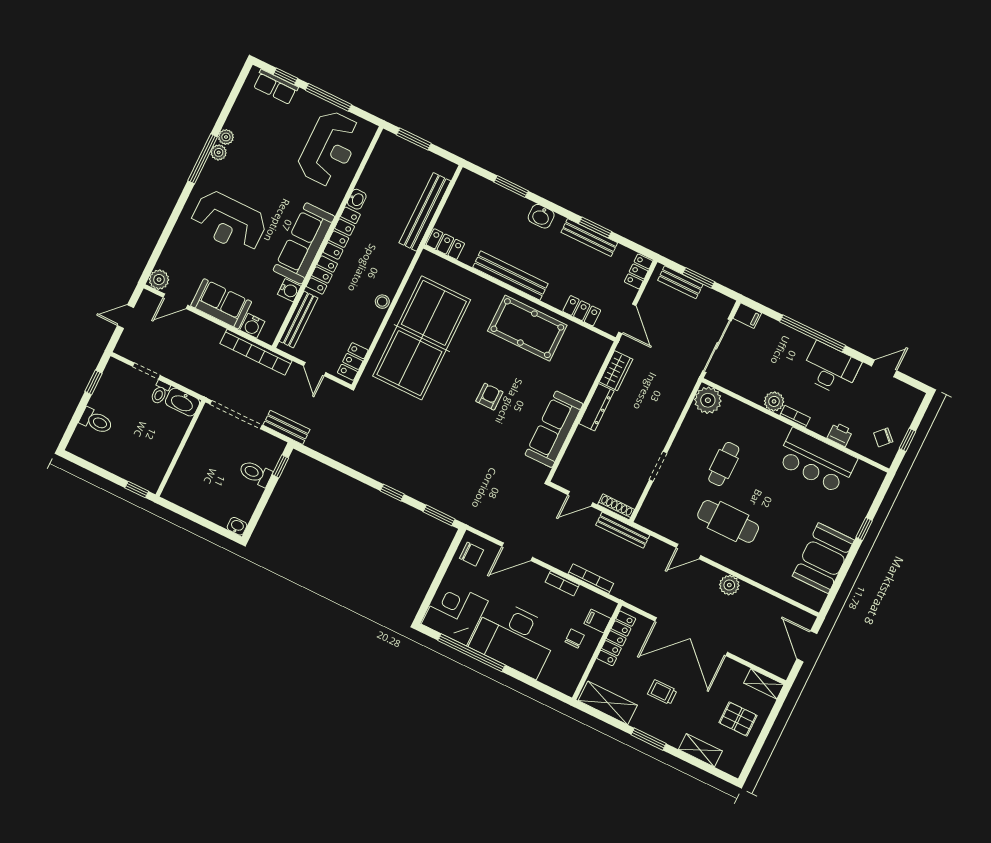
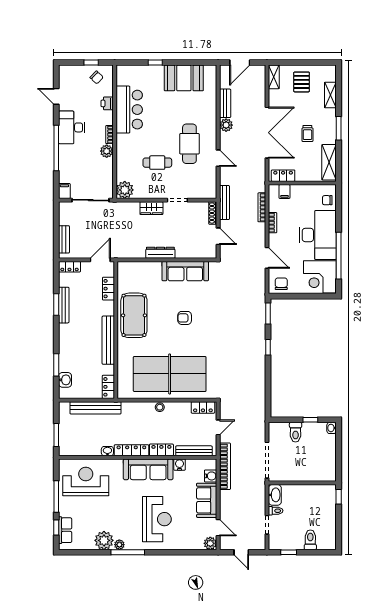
plant: (226, 137) -> (104, 540), width x1.88, depth x1.88
washbasin: (541, 216) -> (65, 380), moved
window: (699, 278) -> (56, 230), removed
wardrobe: (616, 371) -> (151, 208), moved, turned 180
bench: (286, 427) -> (225, 103), moved
window: (280, 466) -> (310, 420), moved
locker: (616, 638) -> (283, 176), width x0.66
chair: (575, 639) -> (327, 200), moved

